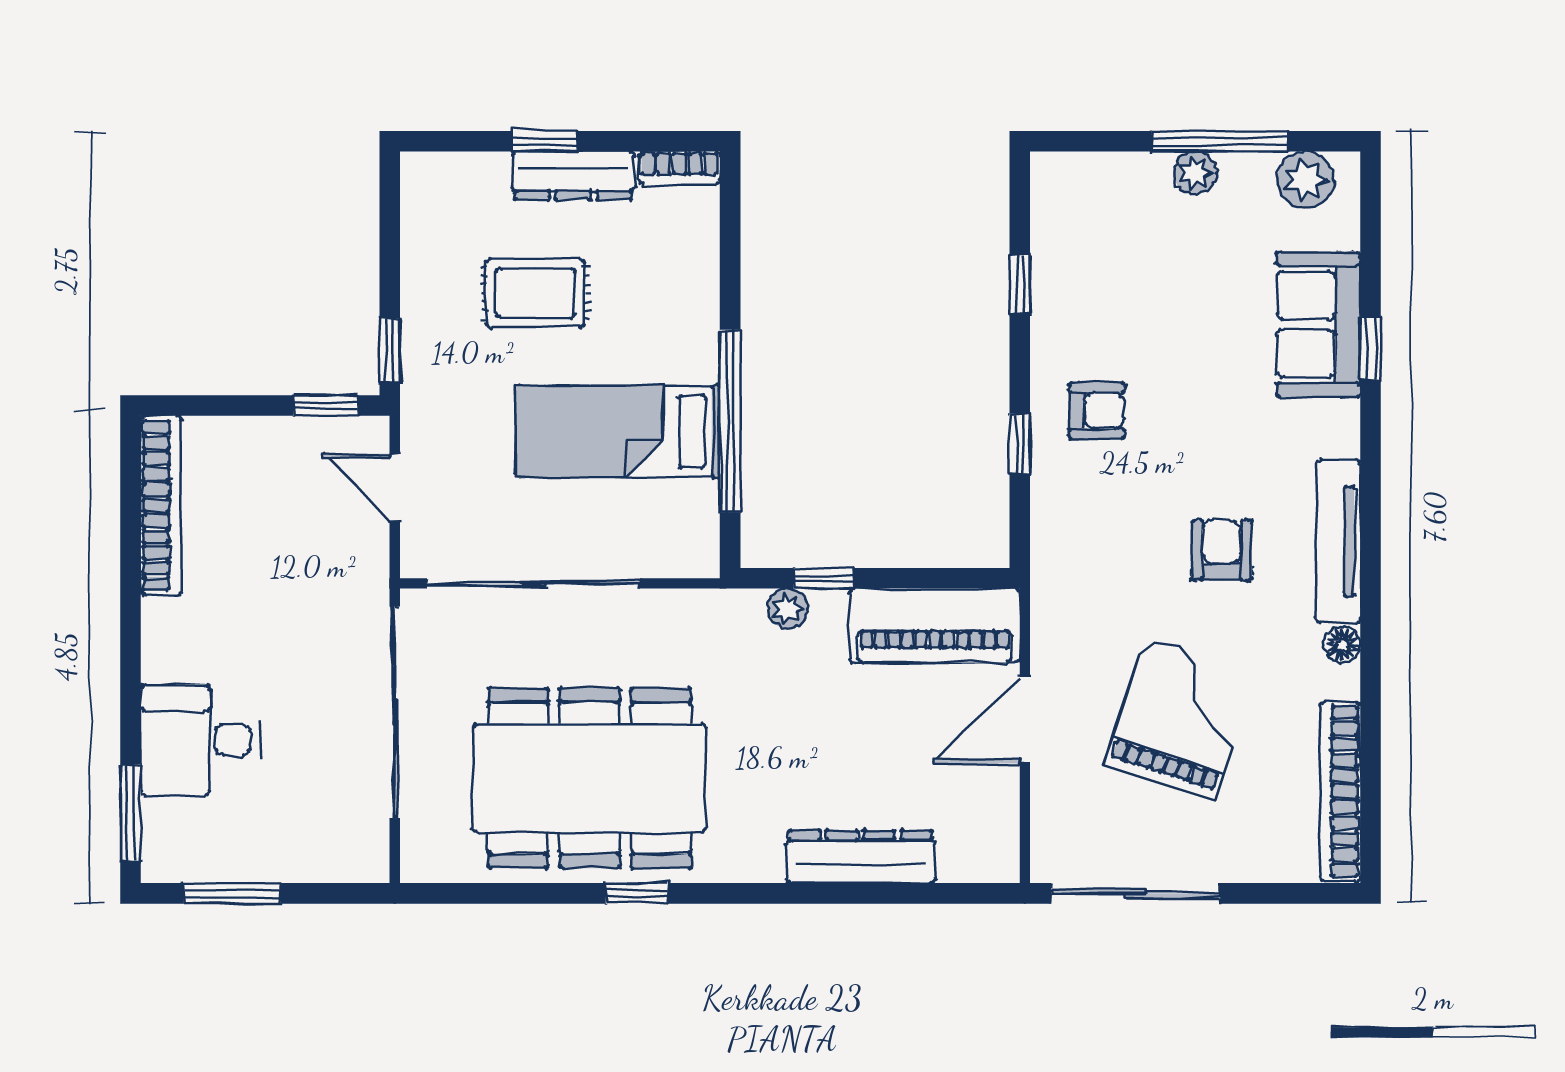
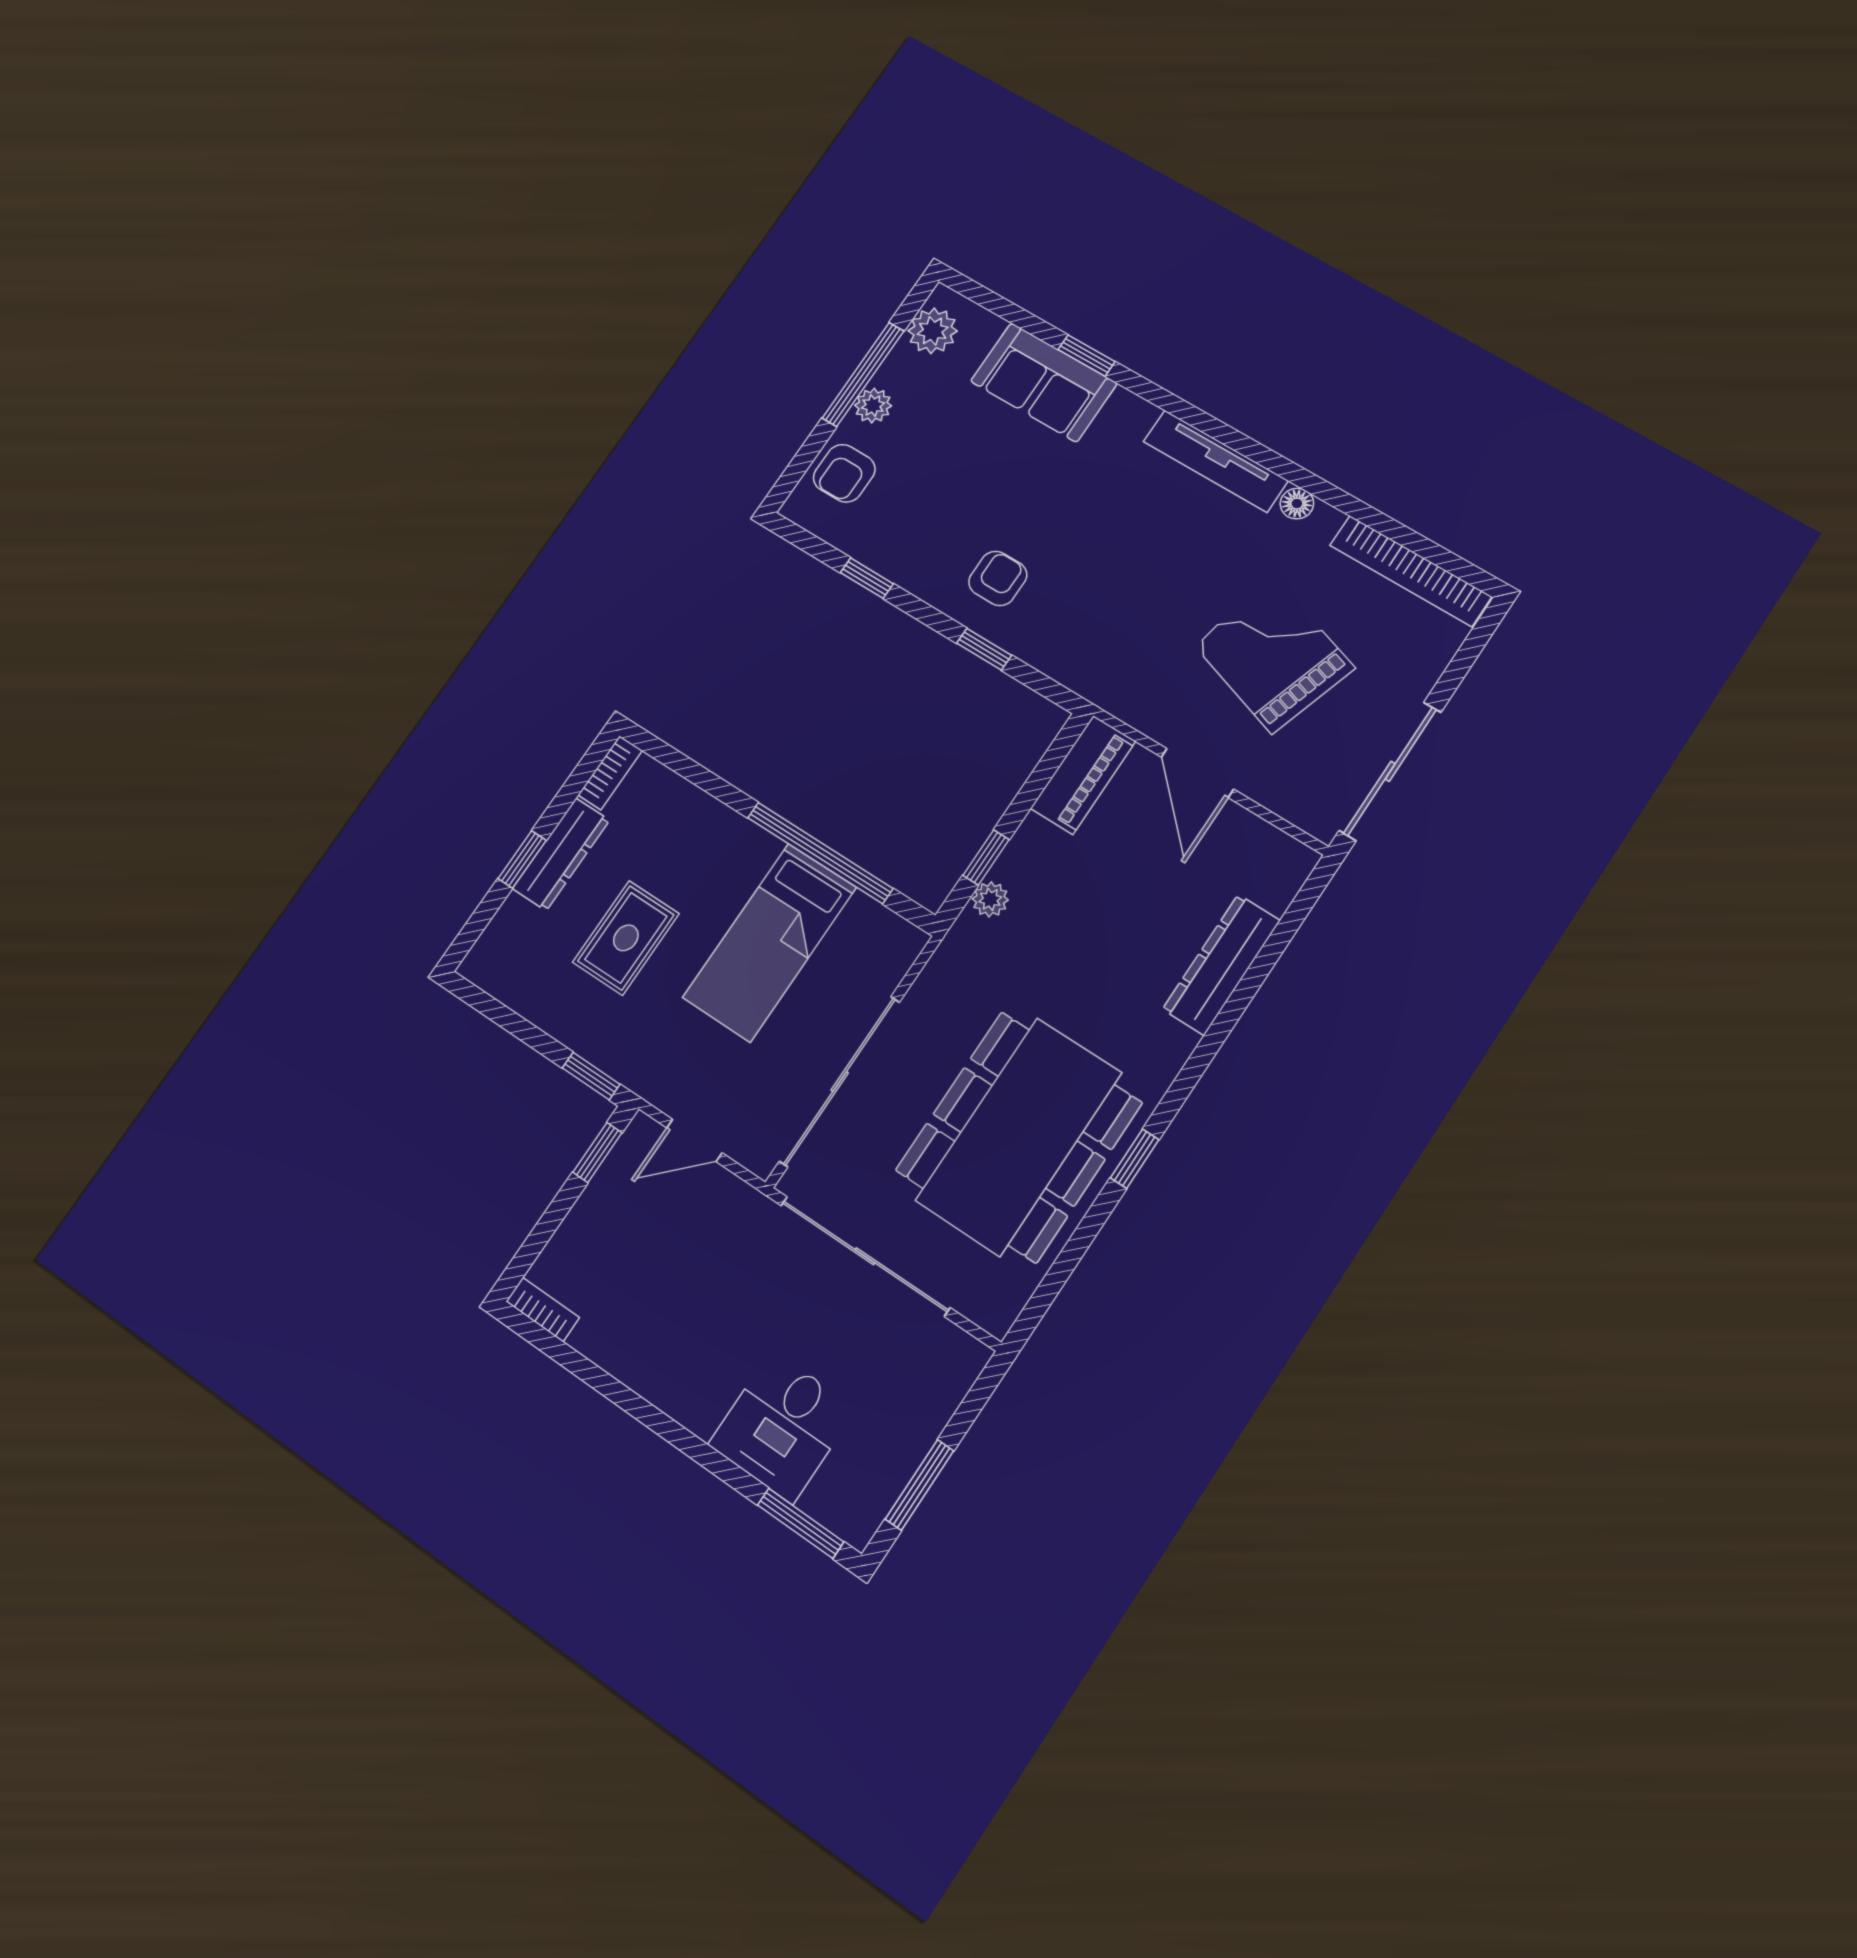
bookcase: (161, 505) -> (543, 1310), width x0.43, depth x0.76
armchair: (1222, 550) -> (844, 473), moved, turned -90
piano: (935, 625) -> (1083, 775), width x0.73, depth x0.75

